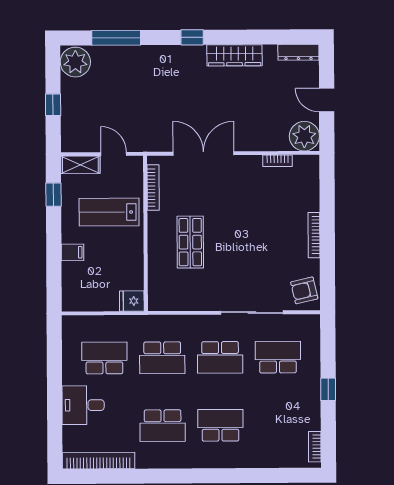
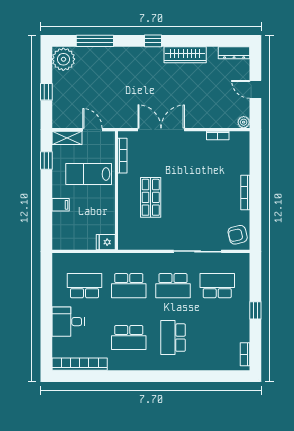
plant: (304, 136) -> (244, 122), width x0.53, depth x0.53
school desk: (220, 425) -> (173, 338), turned -90

